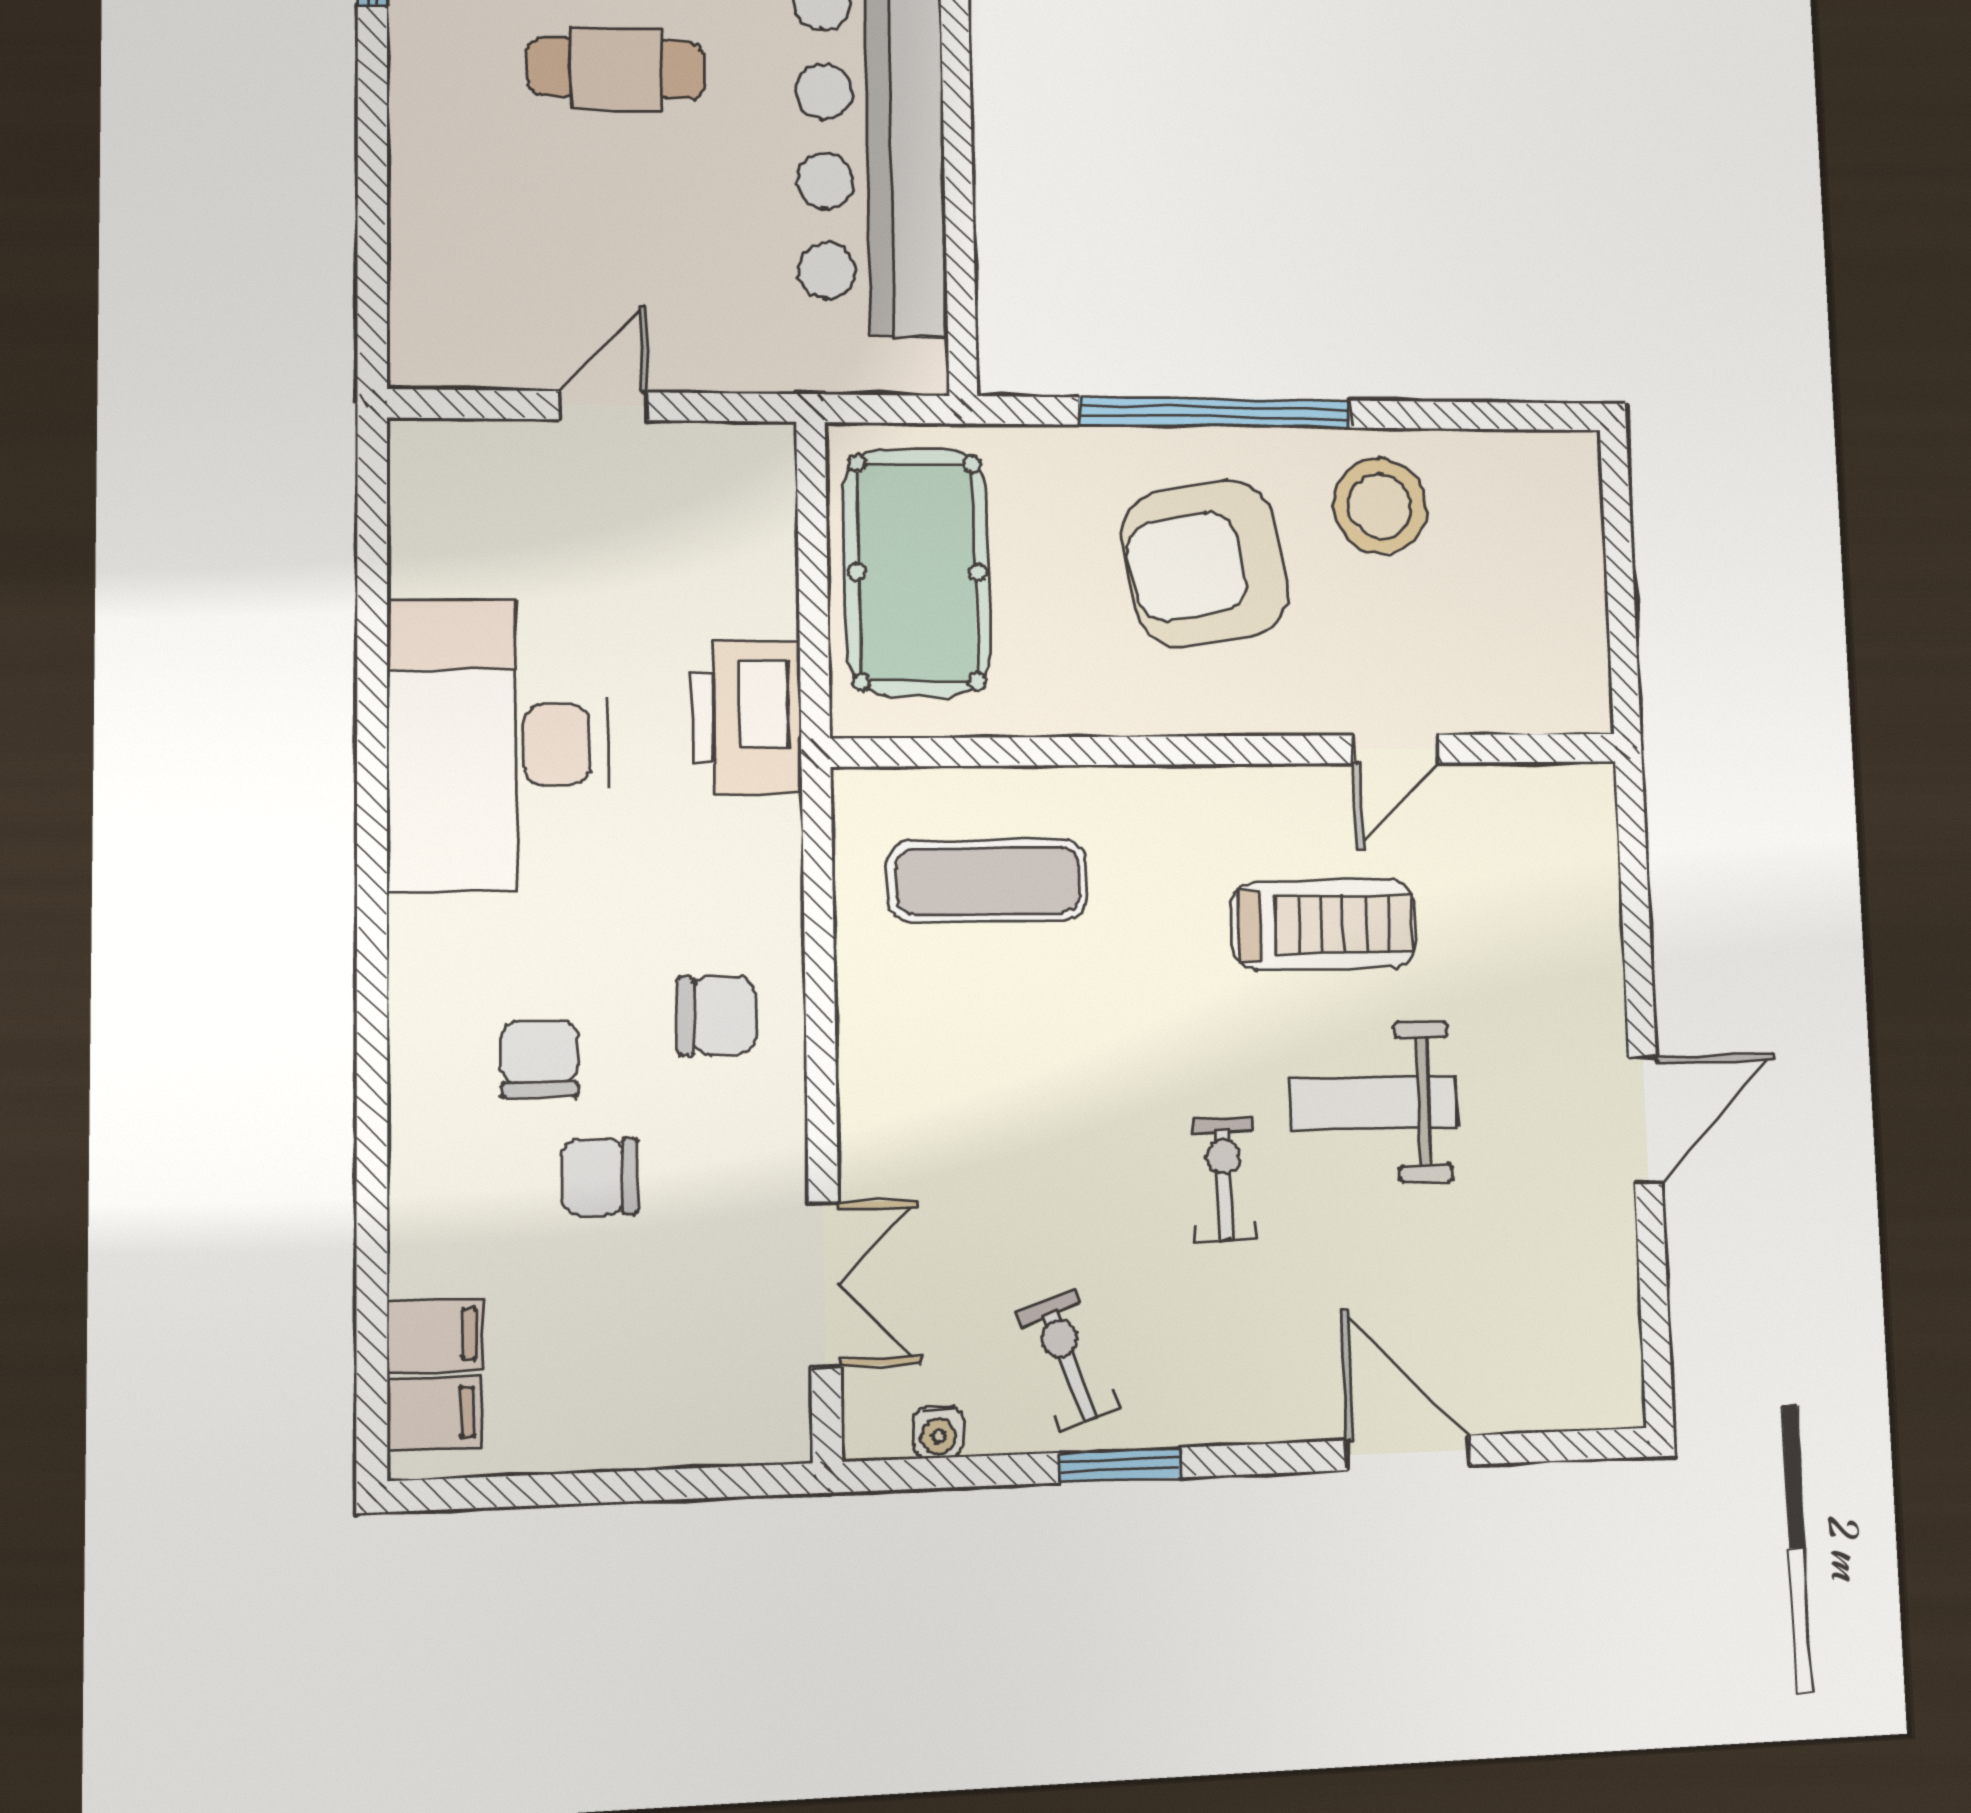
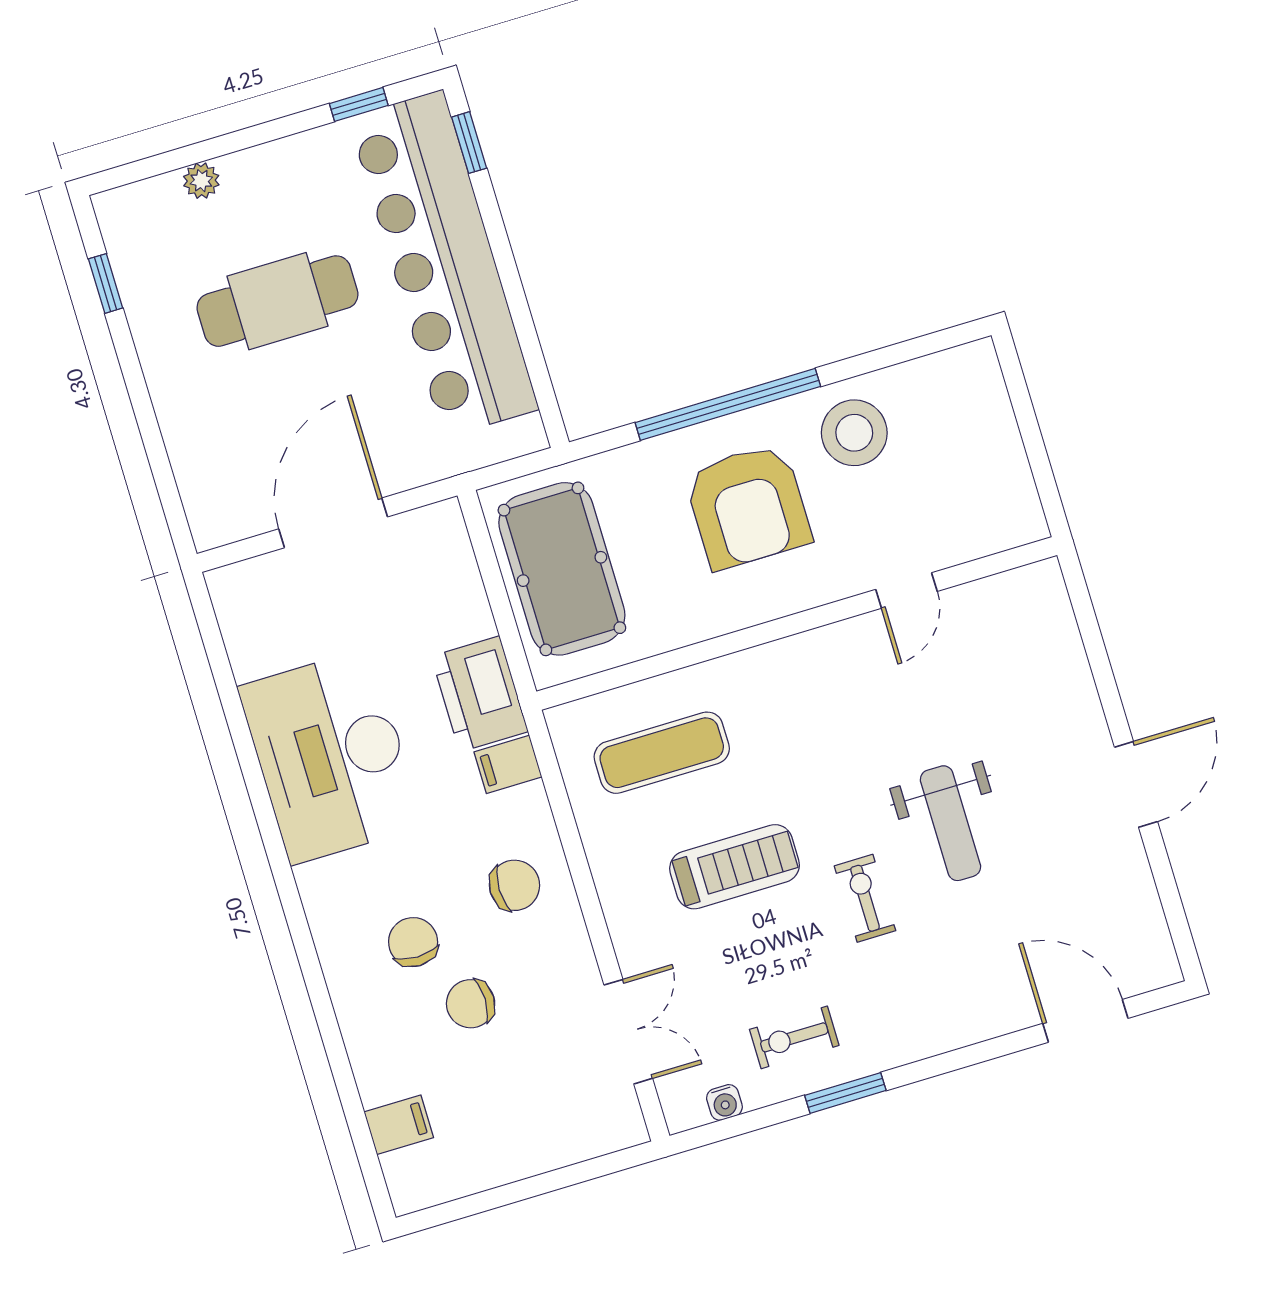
cafe table: (616, 68) -> (277, 301), width x1.37, depth x1.35
door: (603, 406) -> (333, 523), width x1.87
armchair: (1205, 563) -> (748, 506), turned -80
treadmill: (1324, 924) -> (735, 867), moved
weight bench: (1373, 1103) -> (950, 823), turned -90
exercise bike: (1067, 1360) -> (794, 1037), turned -70
filing cabinet: (434, 1413) -> (508, 764), moved, turned 180
door: (1408, 1453) -> (1085, 1021), moved

